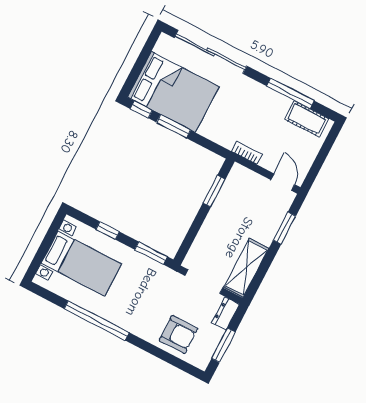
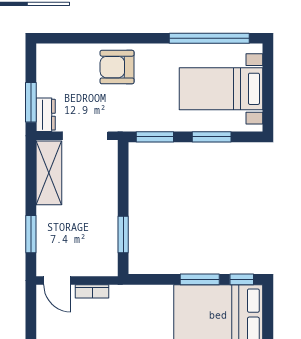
bookcase: (247, 153) -> (92, 291), moved
window: (108, 231) -> (212, 137), width x1.50
window: (97, 321) -> (209, 38), moved
armchair: (178, 335) -> (117, 67), moved
window: (223, 345) -> (31, 102), moved

